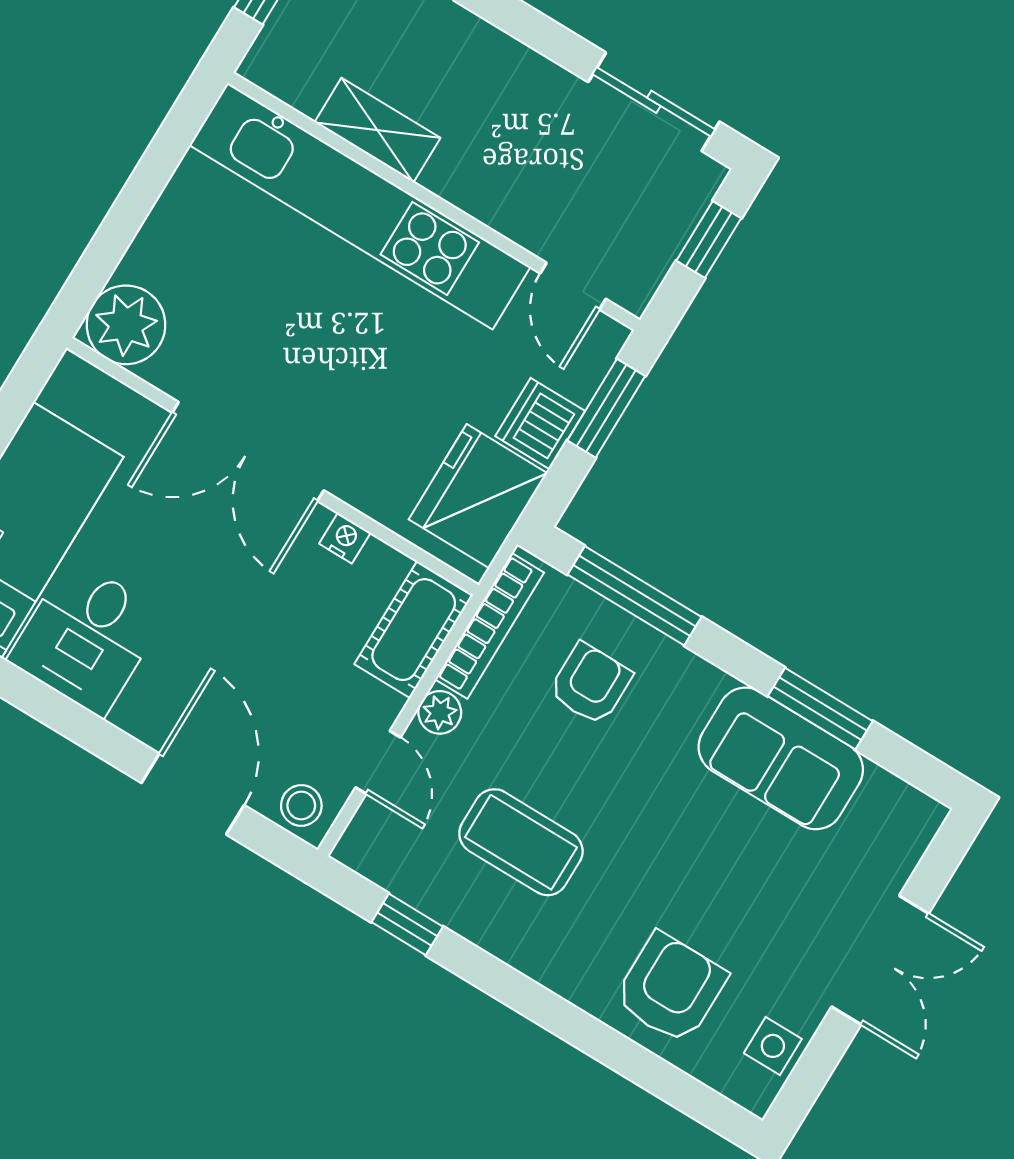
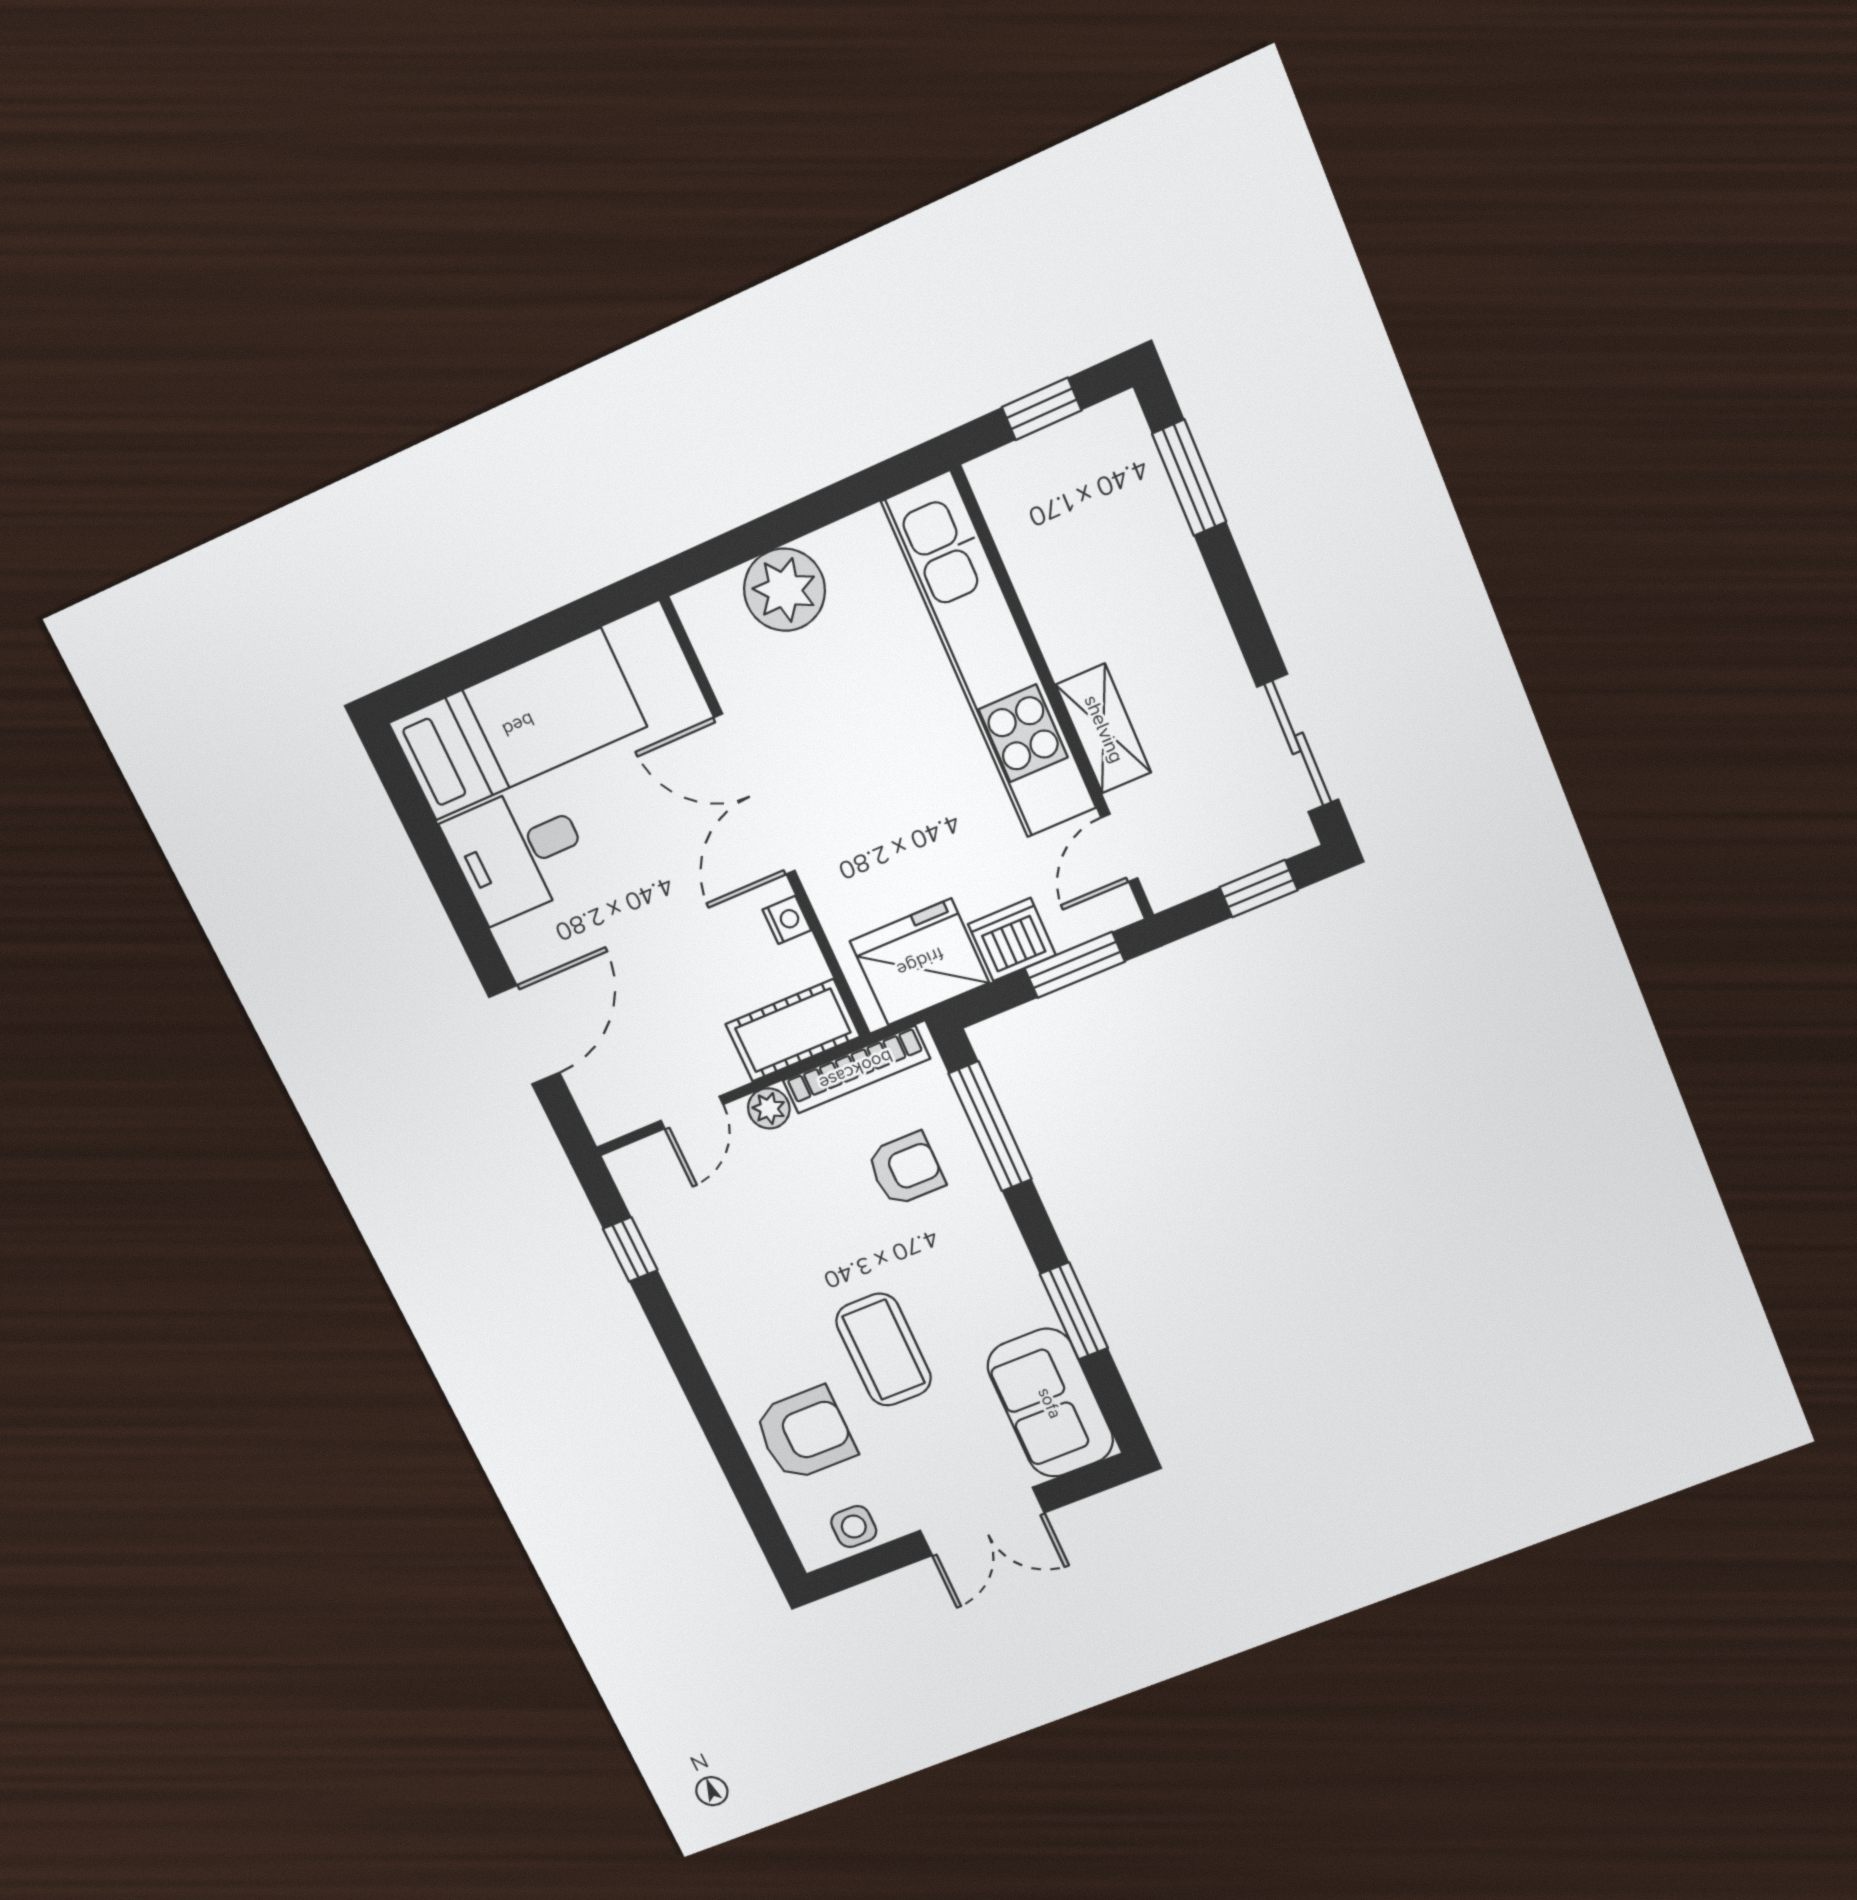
shelving: (377, 130) -> (1104, 729), moved
plant: (126, 325) -> (785, 590), moved
sofa: (781, 758) -> (1050, 1403), moved
stool: (301, 806) -> (607, 1103), removed
coffee table: (521, 842) -> (884, 1350), moved

